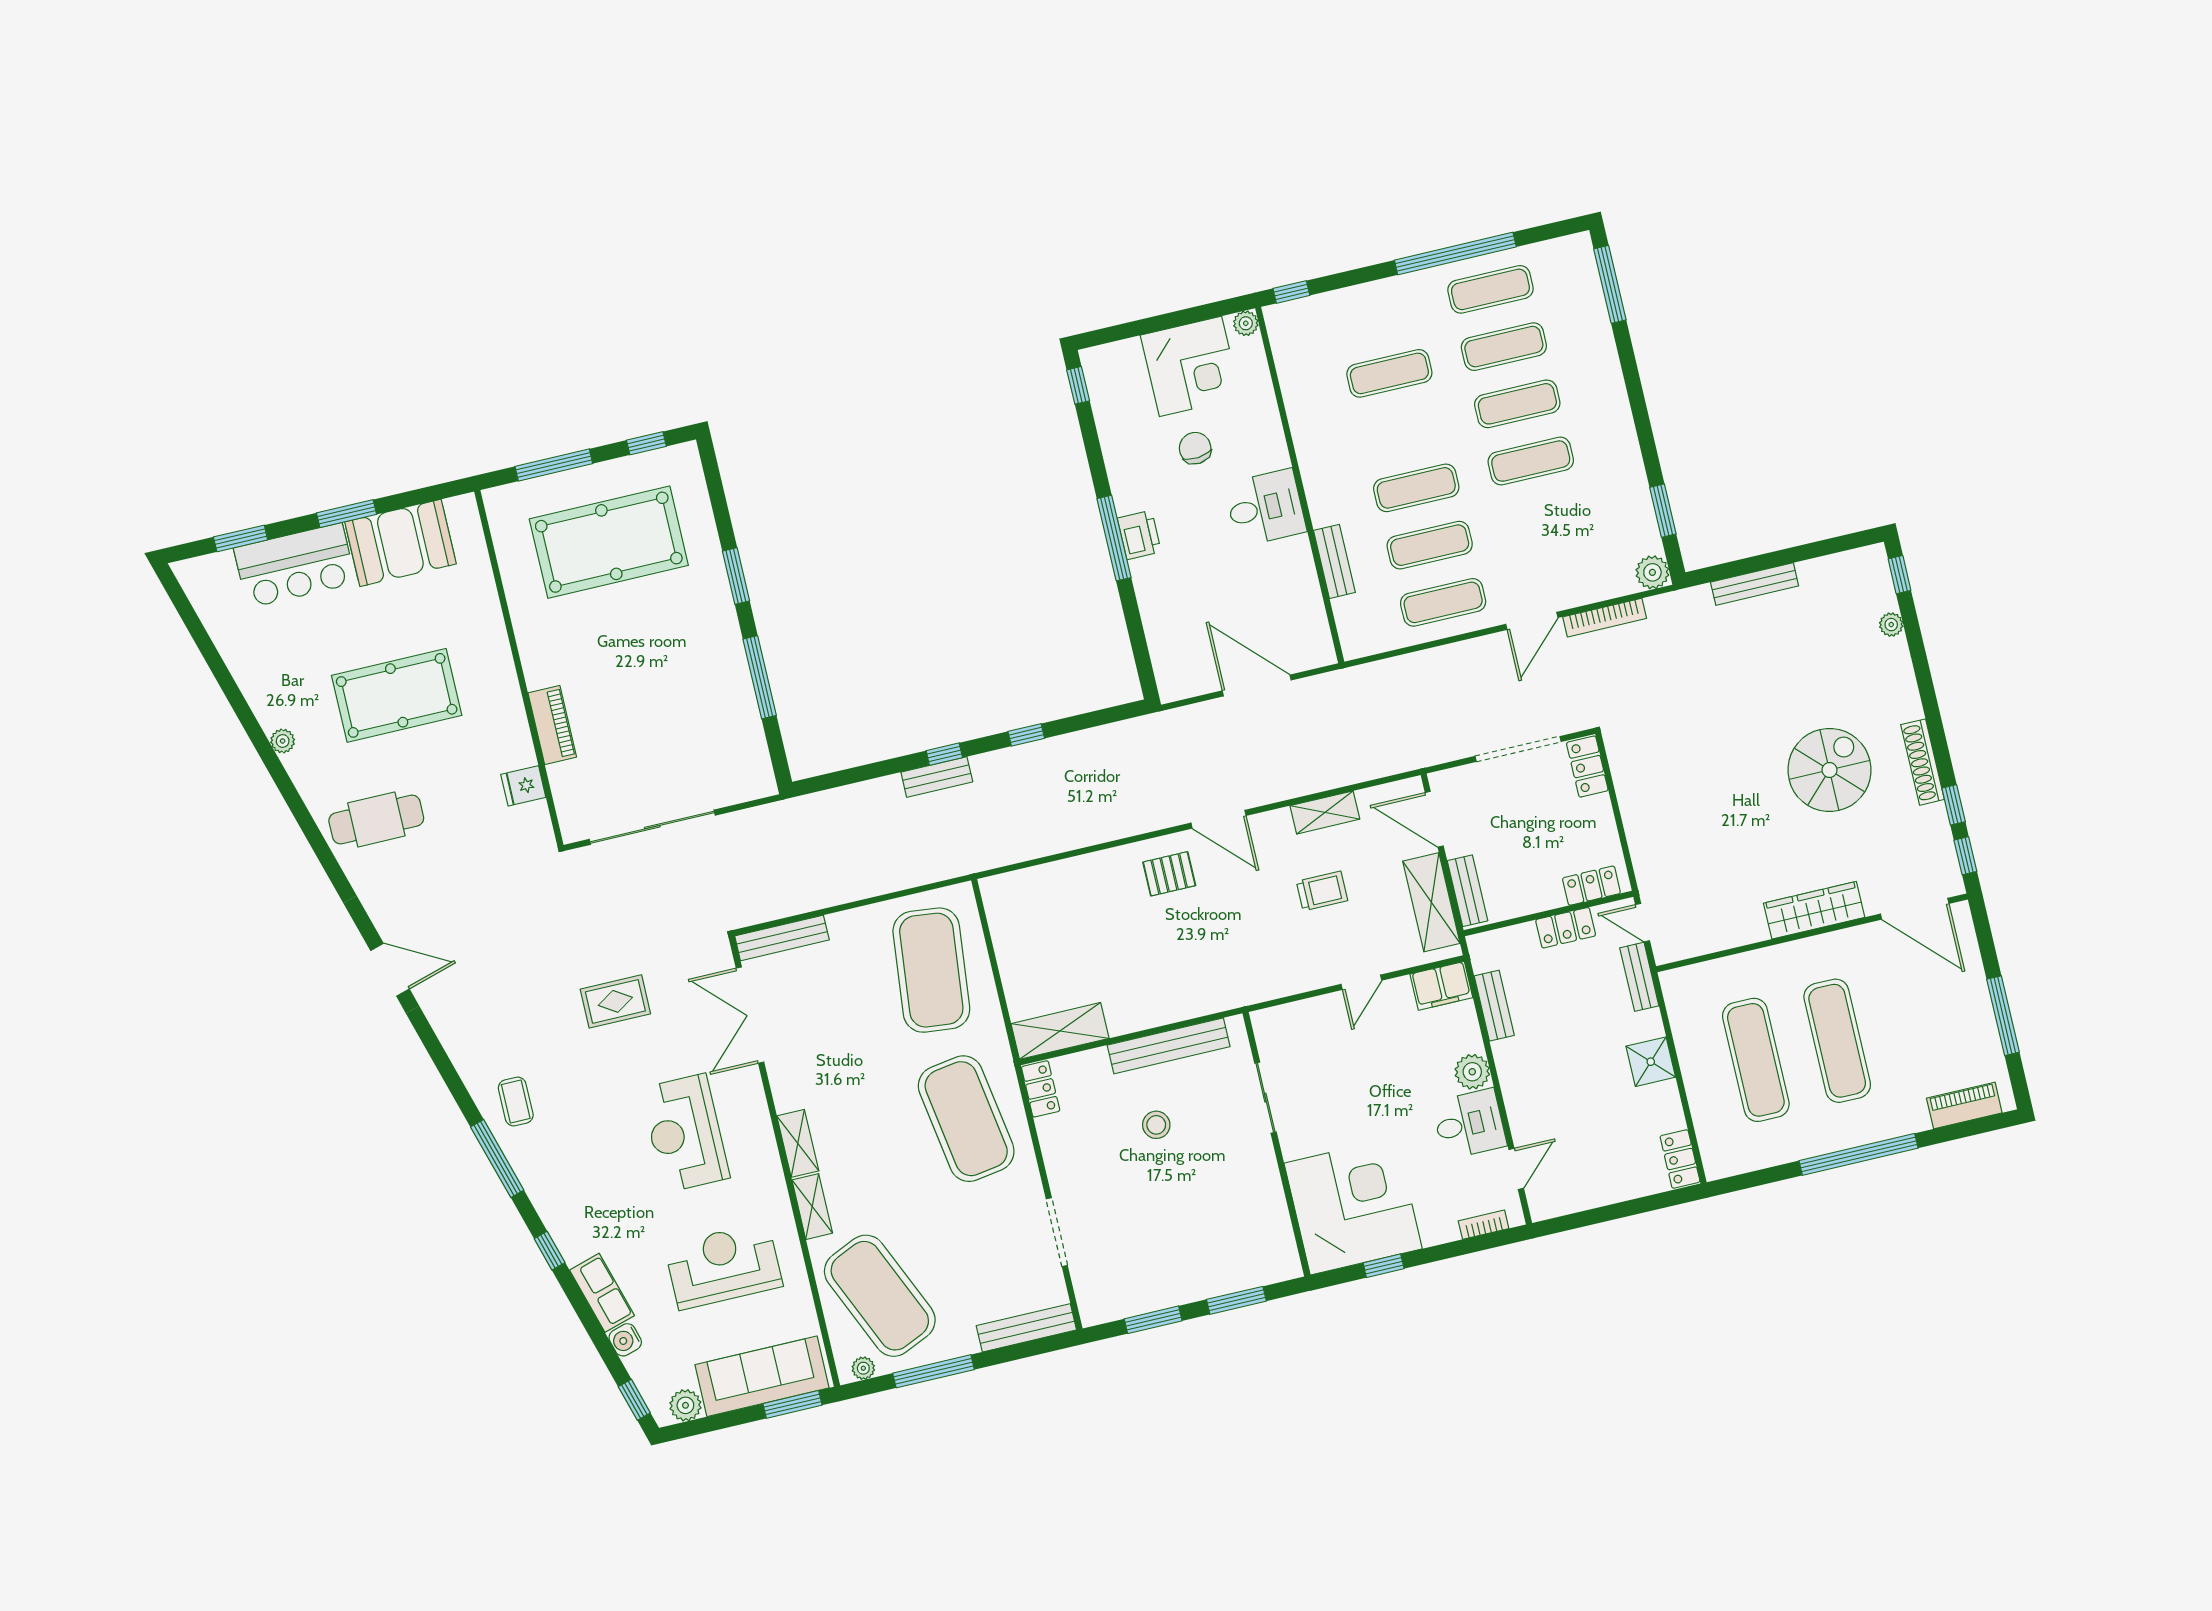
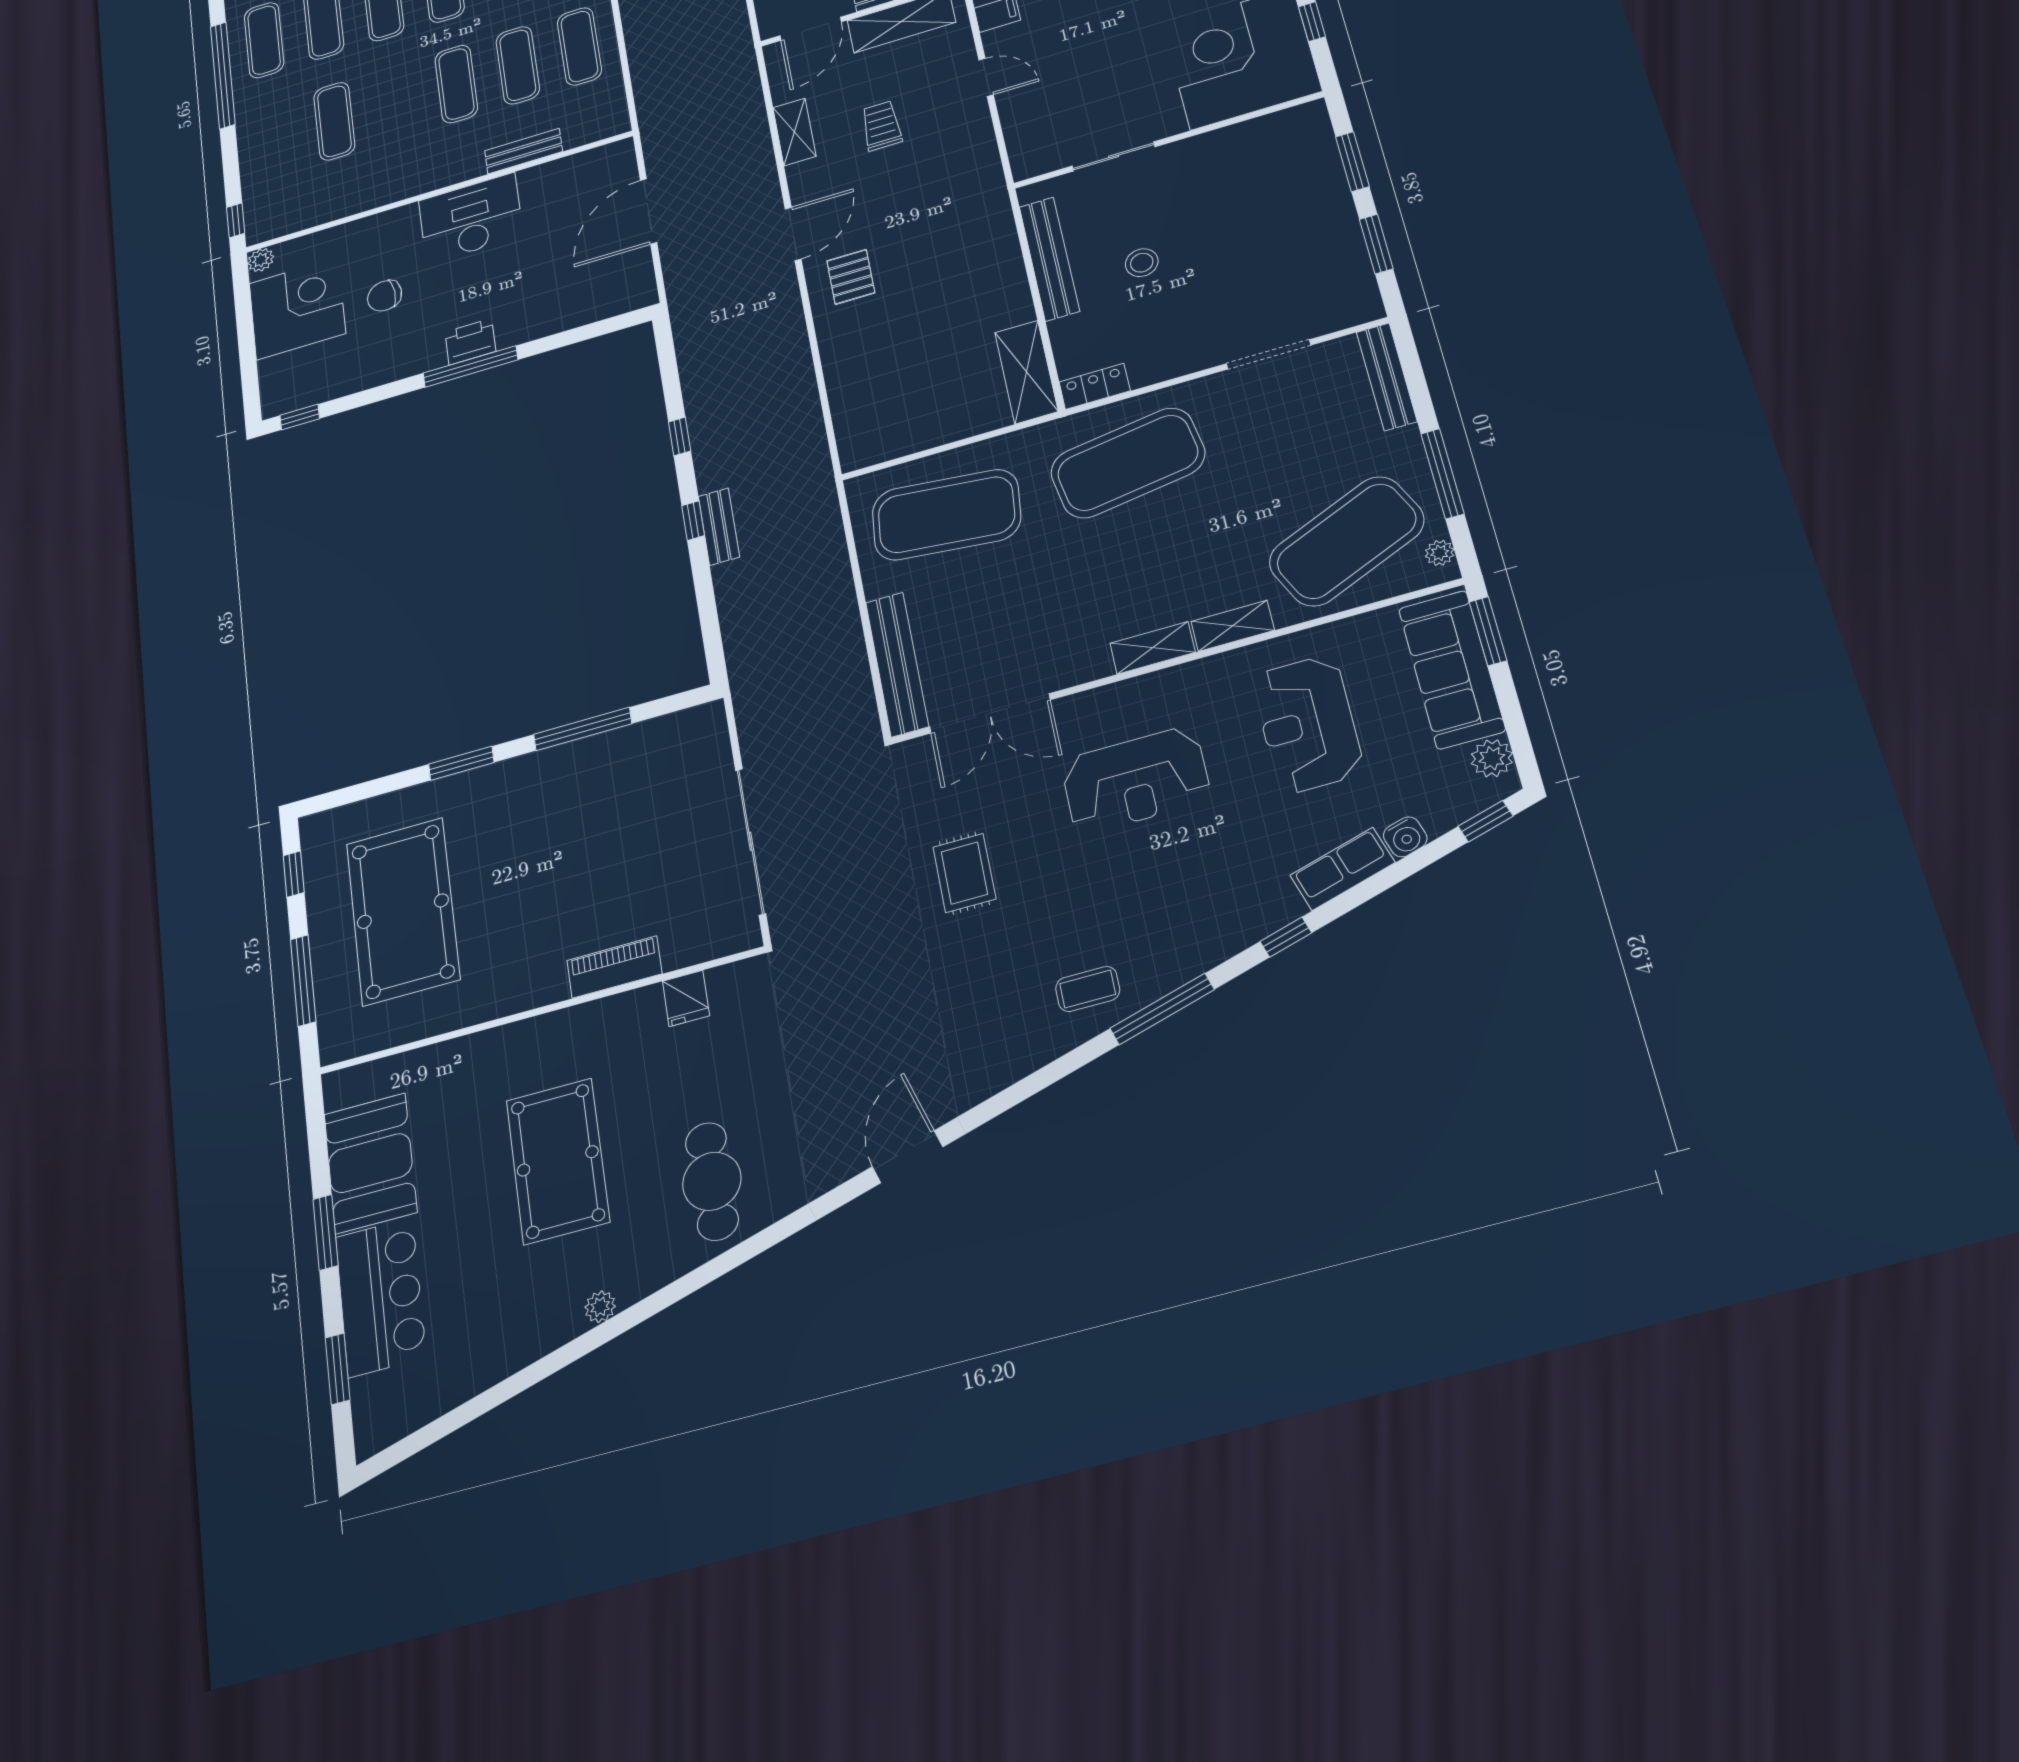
desk: (1265, 508) -> (471, 218), width x1.37
bench: (782, 938) -> (897, 664), width x1.37, depth x1.21

